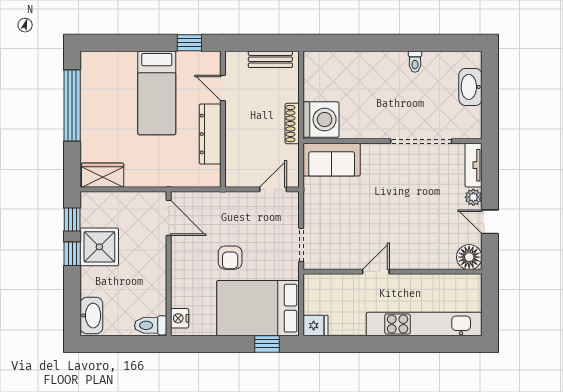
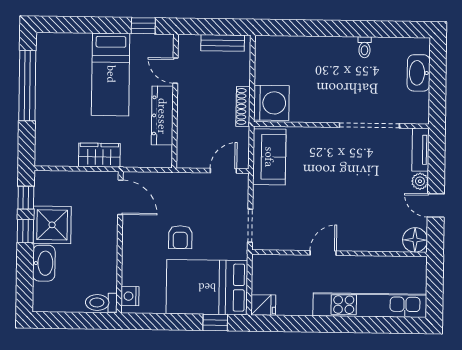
sofa: (332, 160) -> (269, 157), moved, turned -90
wardrobe: (103, 175) -> (99, 155), moved
washbasin: (91, 316) -> (44, 263), moved

